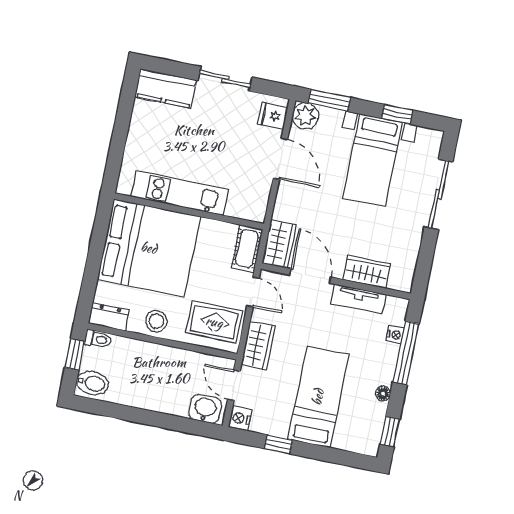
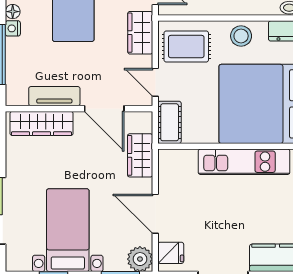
wardrobe: (279, 244) -> (140, 155), moved
wardrobe: (366, 272) -> (42, 123), width x1.50
nightstand: (395, 335) -> (13, 28), moved

